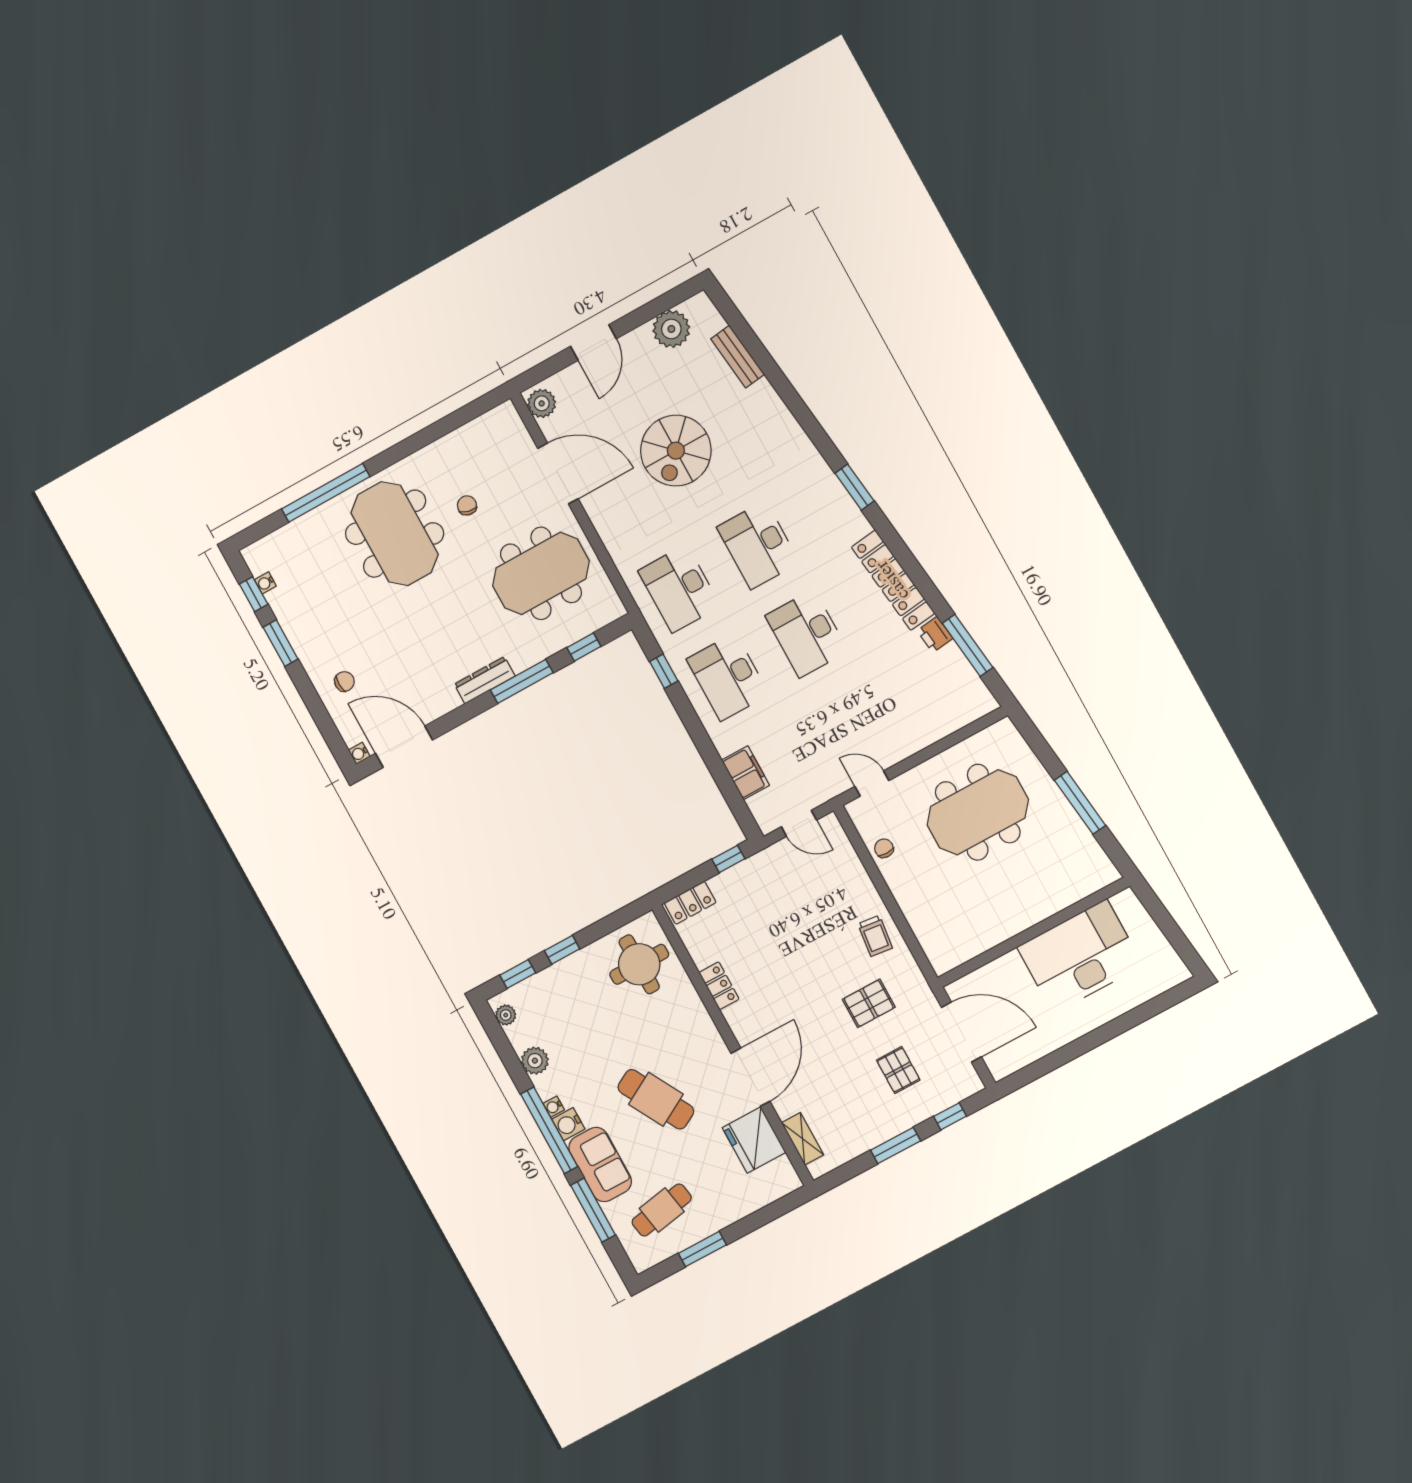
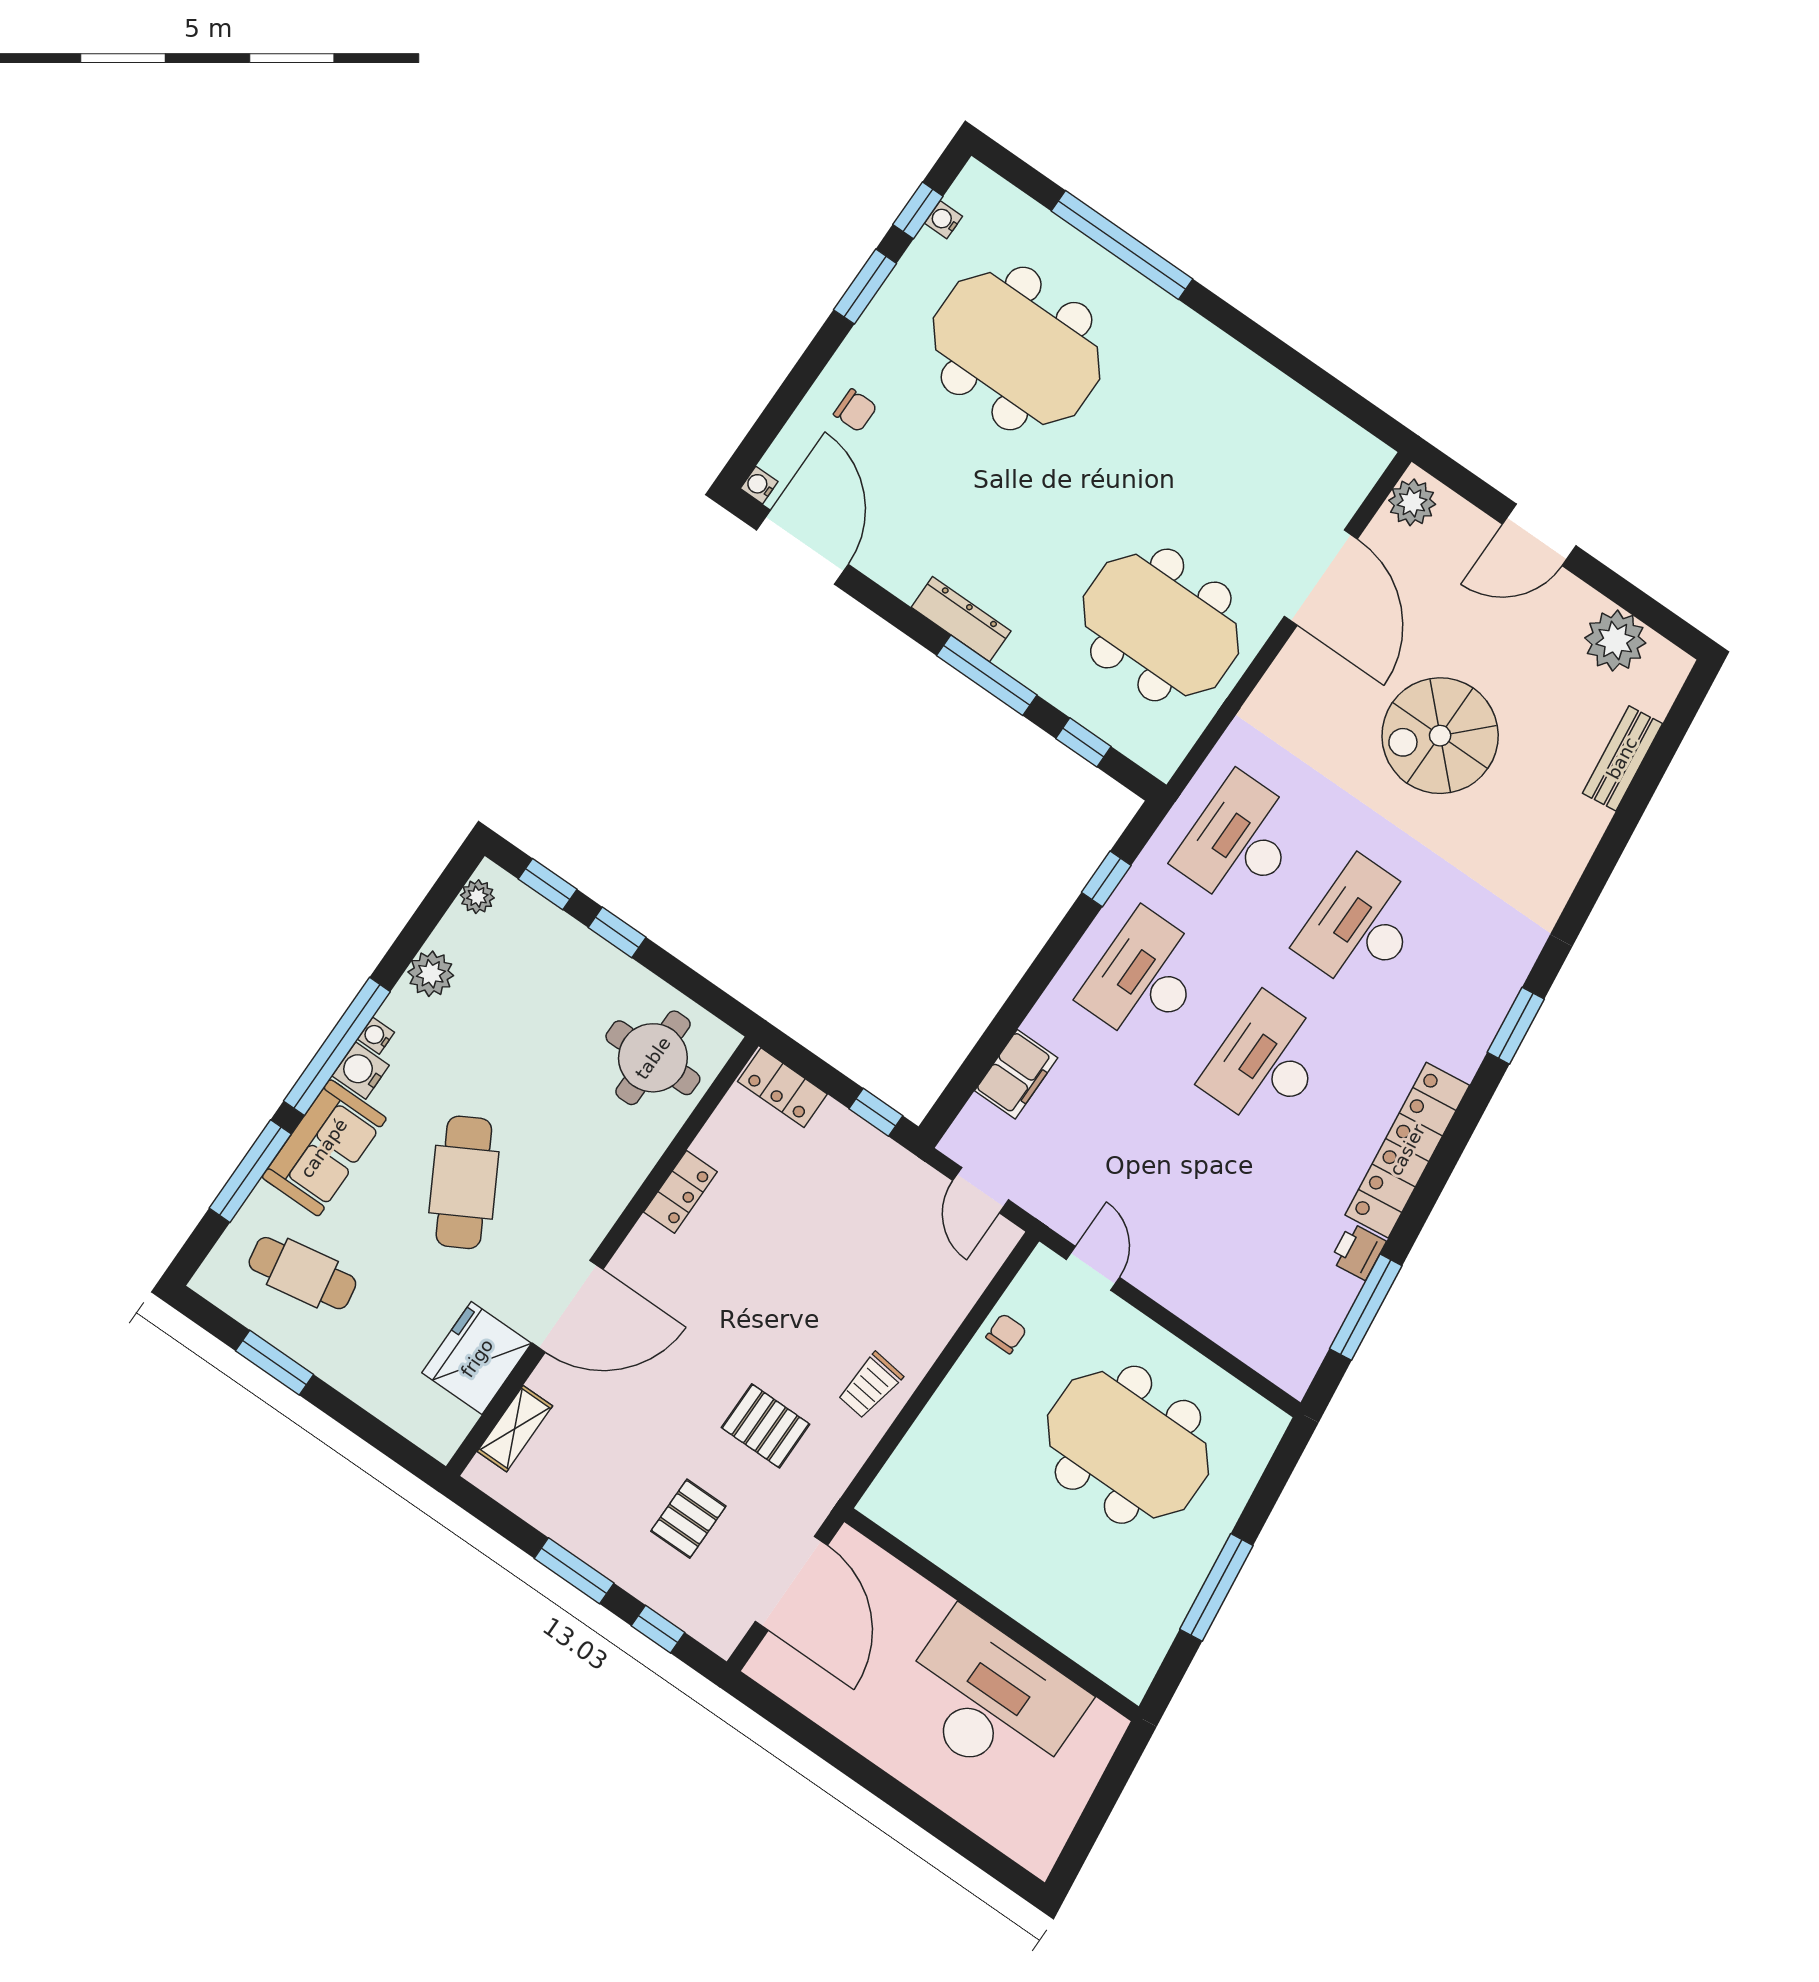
chair: (467, 505) -> (1207, 465), removed
meeting table: (395, 534) -> (1017, 348), moved, turned 90

